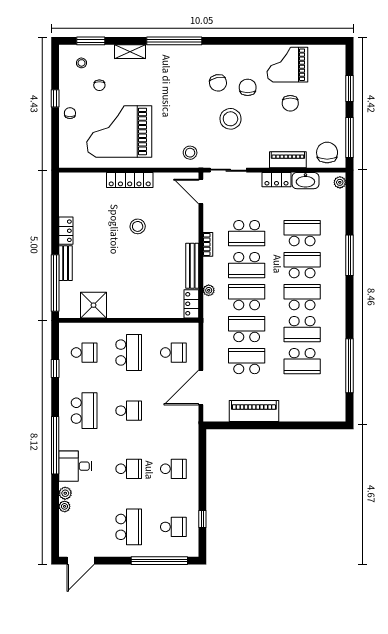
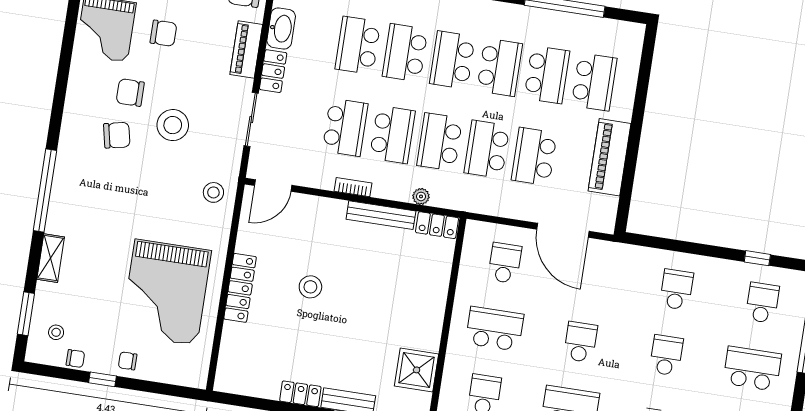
chair: (99, 85) -> (75, 359), moved
sliding door: (228, 170) -> (251, 120), moved
school desk: (302, 393) -> (594, 82), added

